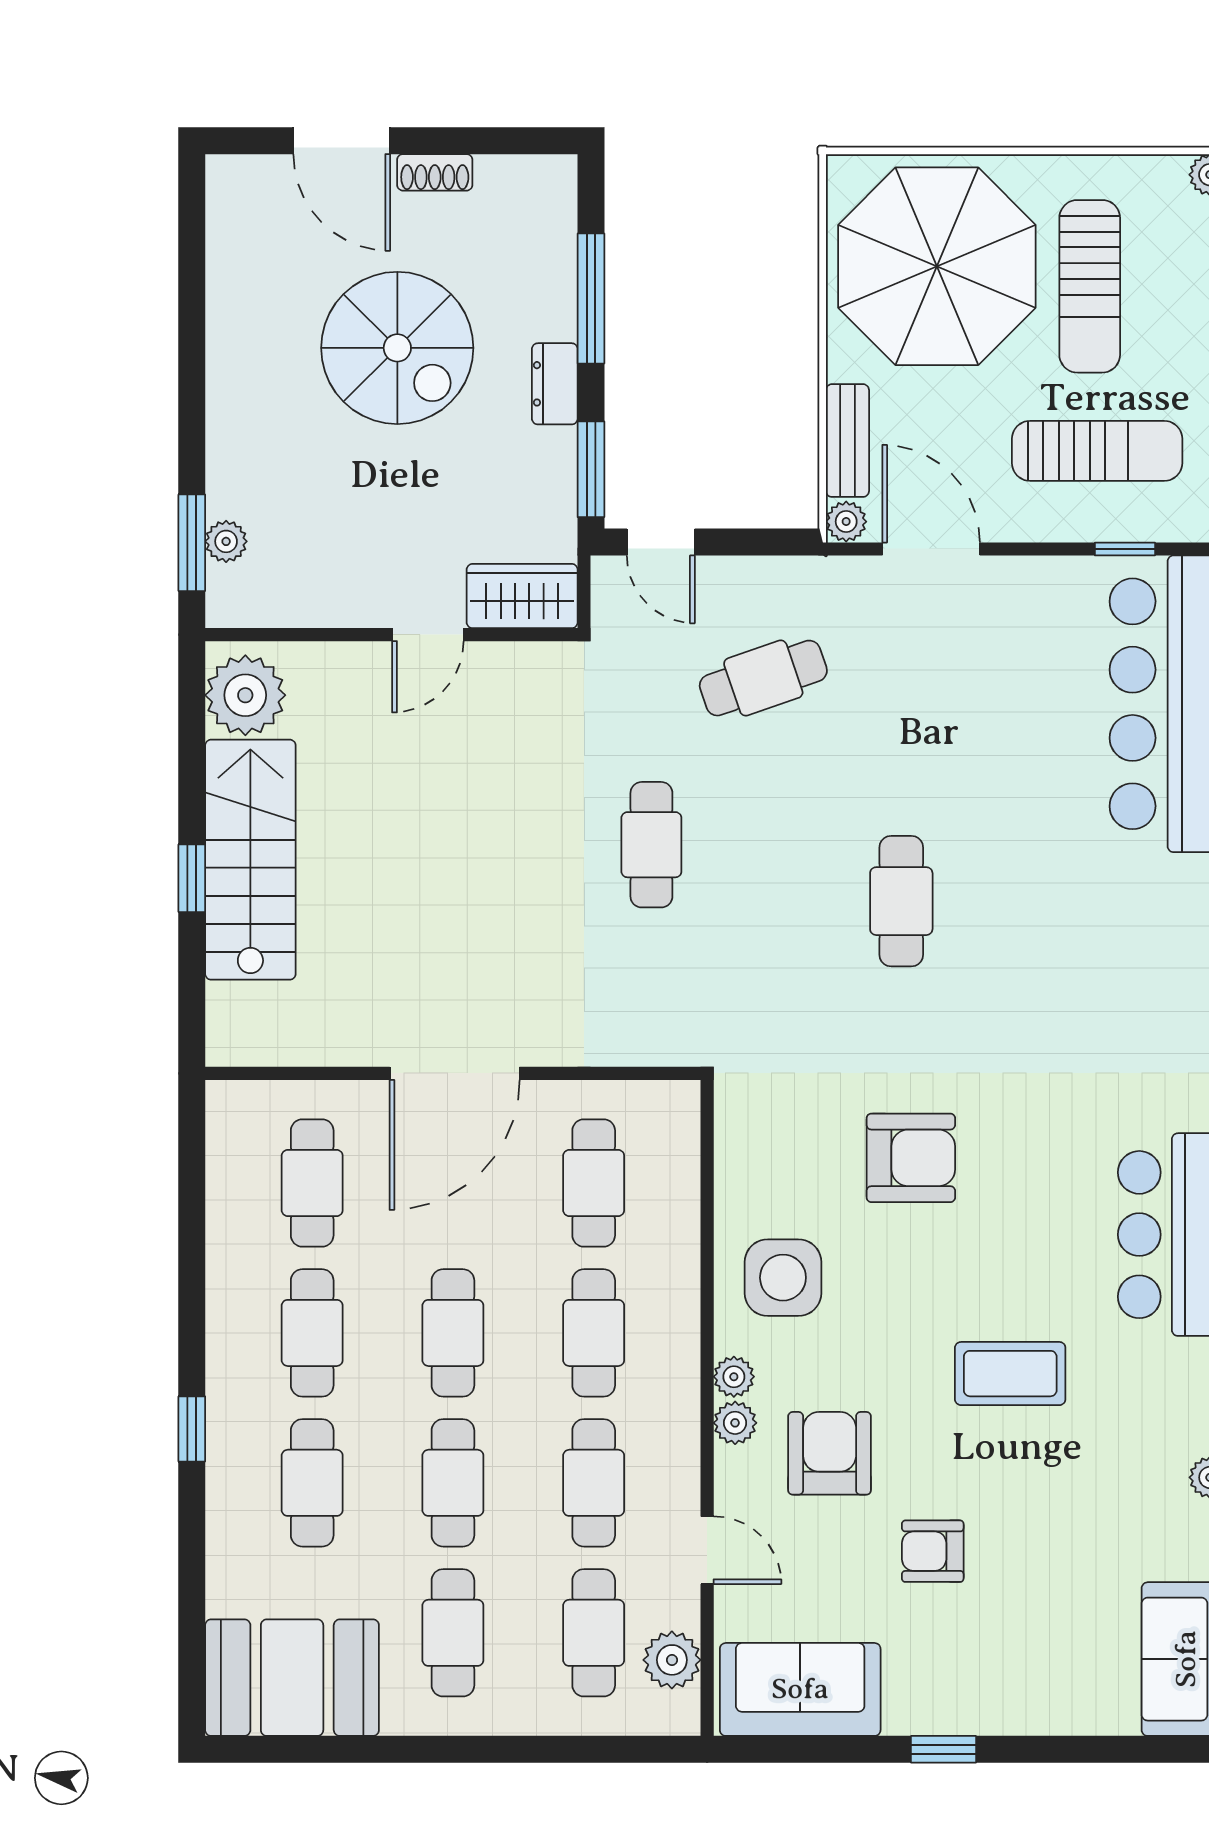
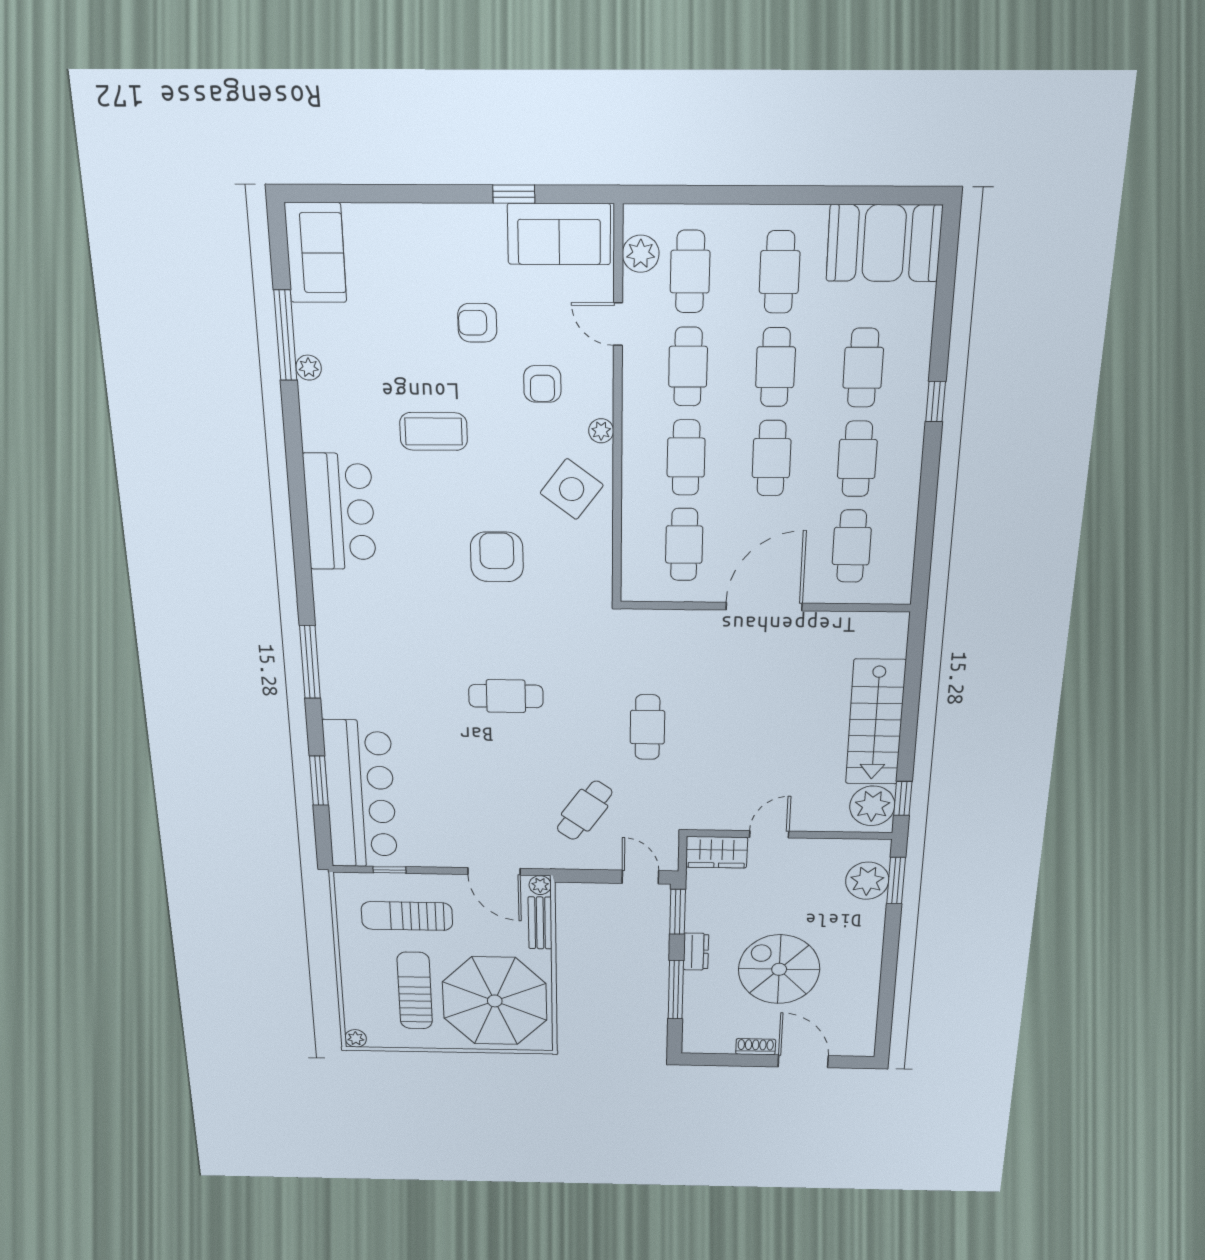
plant: (226, 541) -> (867, 881), width x1.87, depth x1.87
cafe table: (763, 678) -> (585, 810), turned -36
window: (192, 878) -> (903, 798), moved
cafe table: (901, 901) -> (506, 696), turned 90
armchair: (911, 1158) -> (497, 557), turned 90
side table: (783, 1278) -> (572, 489), turned 37
plant: (735, 1423) -> (600, 403), removed
armchair: (830, 1453) -> (542, 384), width x0.72, depth x0.72
armchair: (933, 1551) -> (477, 323), turned 180
window: (944, 1749) -> (514, 194), moved

